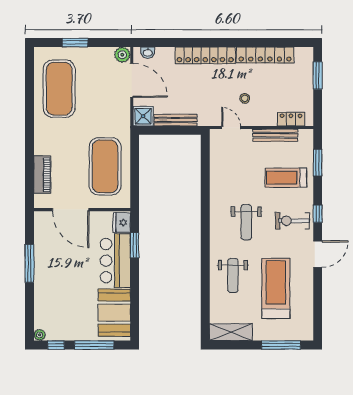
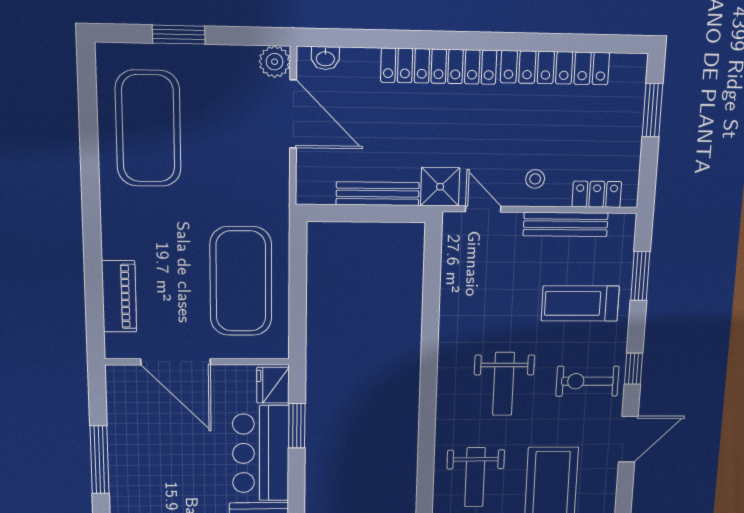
stool: (245, 98) -> (535, 179), moved
shower: (143, 116) -> (440, 187), moved

